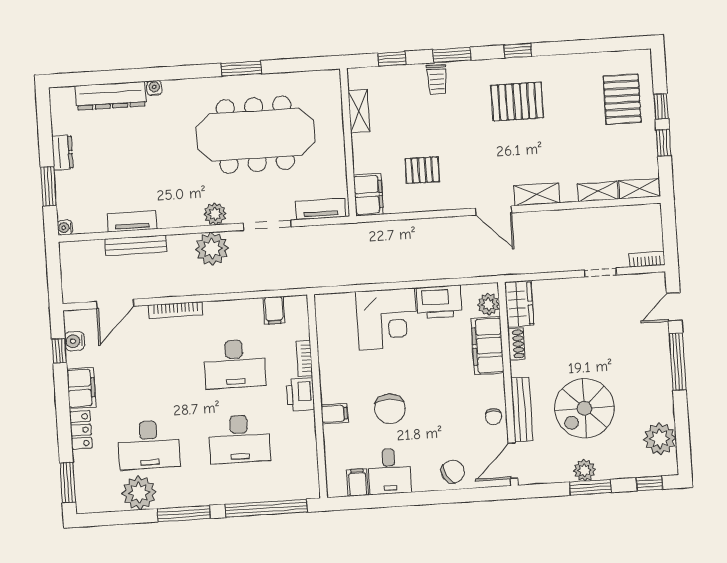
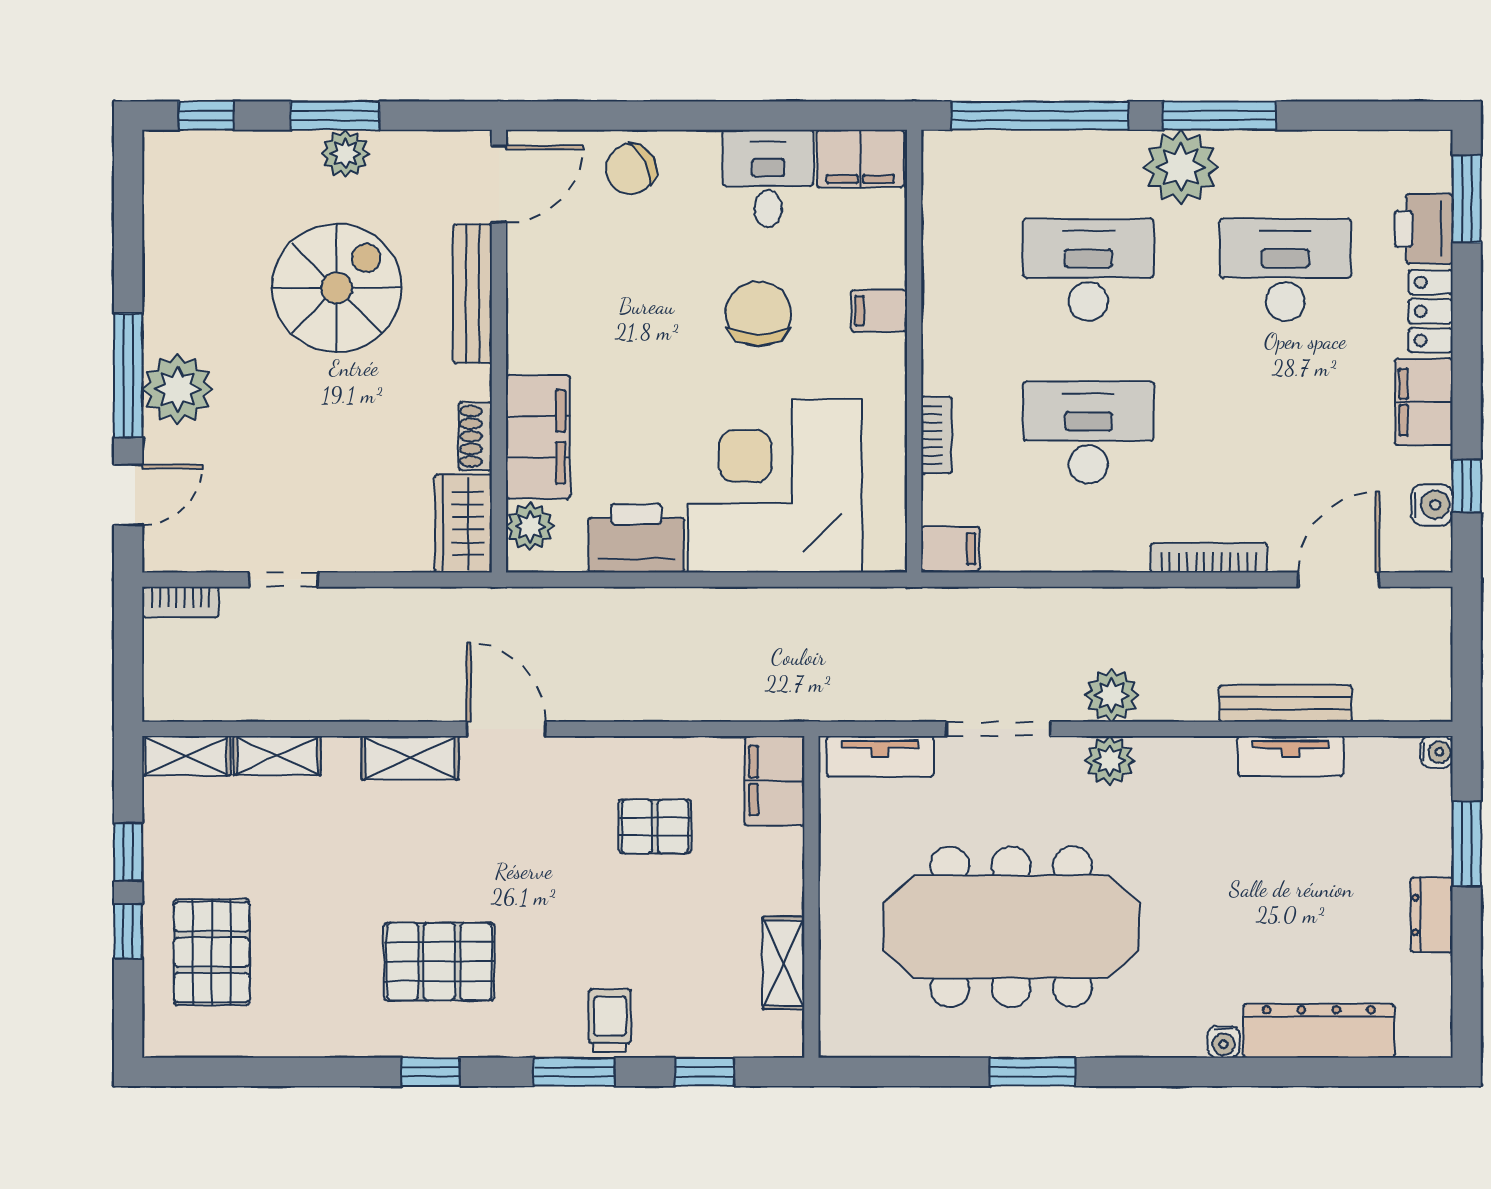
plant: (212, 249) -> (1112, 695), width x0.73, depth x0.73
filing cabinet: (274, 310) -> (950, 549), moved, turned 90
corner desk: (387, 319) -> (775, 486), width x1.36, depth x1.36
printer: (300, 394) -> (1424, 229), moved, turned 180
chair: (493, 416) -> (535, 283), removed
plant: (660, 439) -> (178, 389), moved
filing cabinet: (357, 483) -> (860, 159), width x2.00
plant: (139, 493) -> (1181, 167), moved

